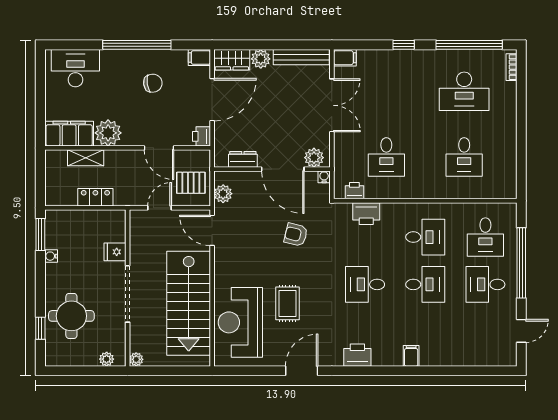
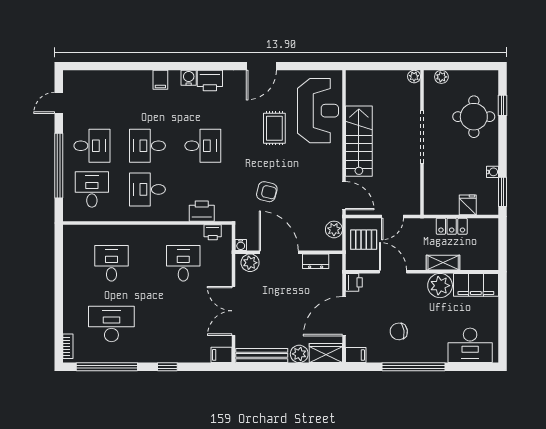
shelving: (86, 158) -> (443, 263), moved
fridge: (115, 252) -> (468, 205), moved, turned -90
stairs: (189, 303) -> (359, 141), width x0.73, depth x0.66
water cooler: (381, 358) -> (189, 78), added

